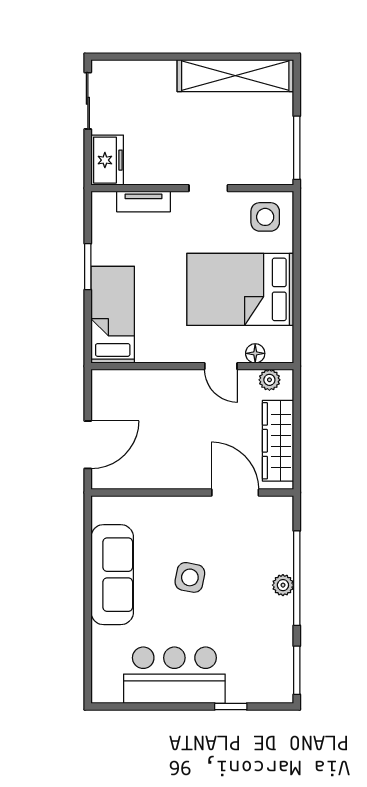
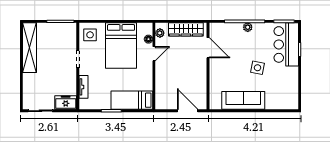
door: (235, 492) -> (208, 48), swing flipped
side table: (190, 577) -> (258, 68), moved
bar counter: (174, 675) -> (286, 44), moved

